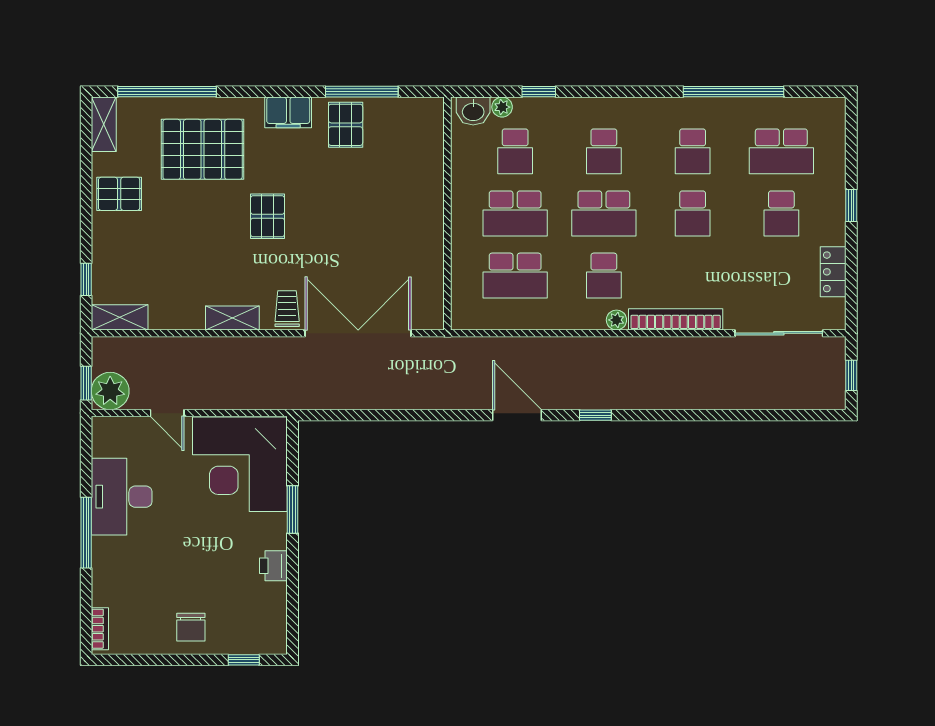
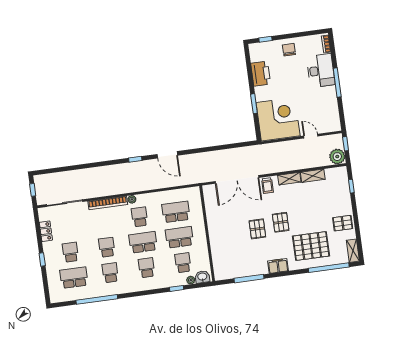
pallet: (346, 125) -> (257, 229), moved
shelving: (120, 317) -> (313, 176), moved
plant: (110, 391) -> (337, 157), moved
desk: (122, 497) -> (321, 71), moved
printer: (273, 566) -> (261, 74), width x1.87, depth x1.48

